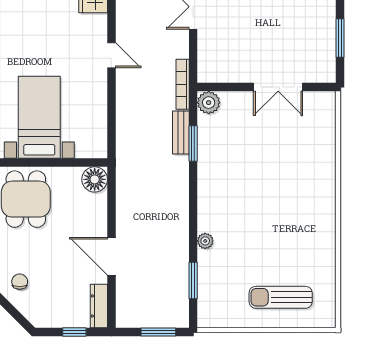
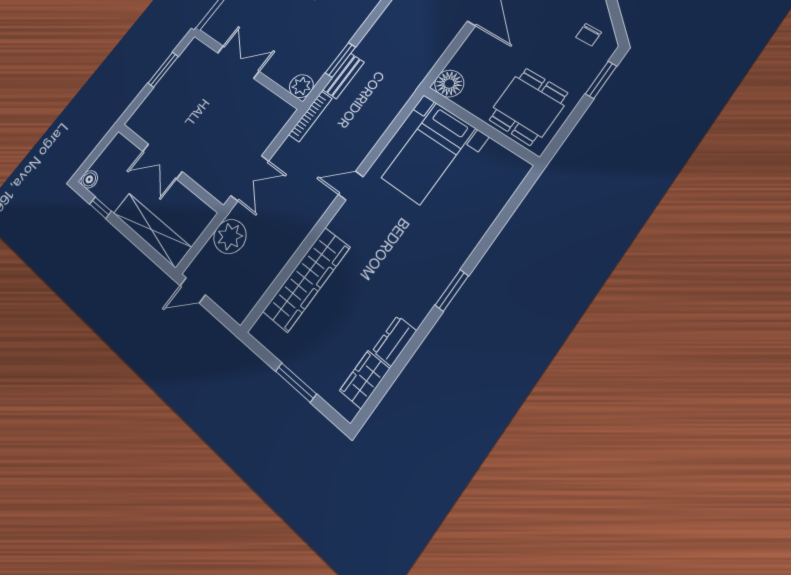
door: (111, 55) -> (351, 186), hinge flipped
bed with nightstands: (39, 117) -> (428, 153), moved

